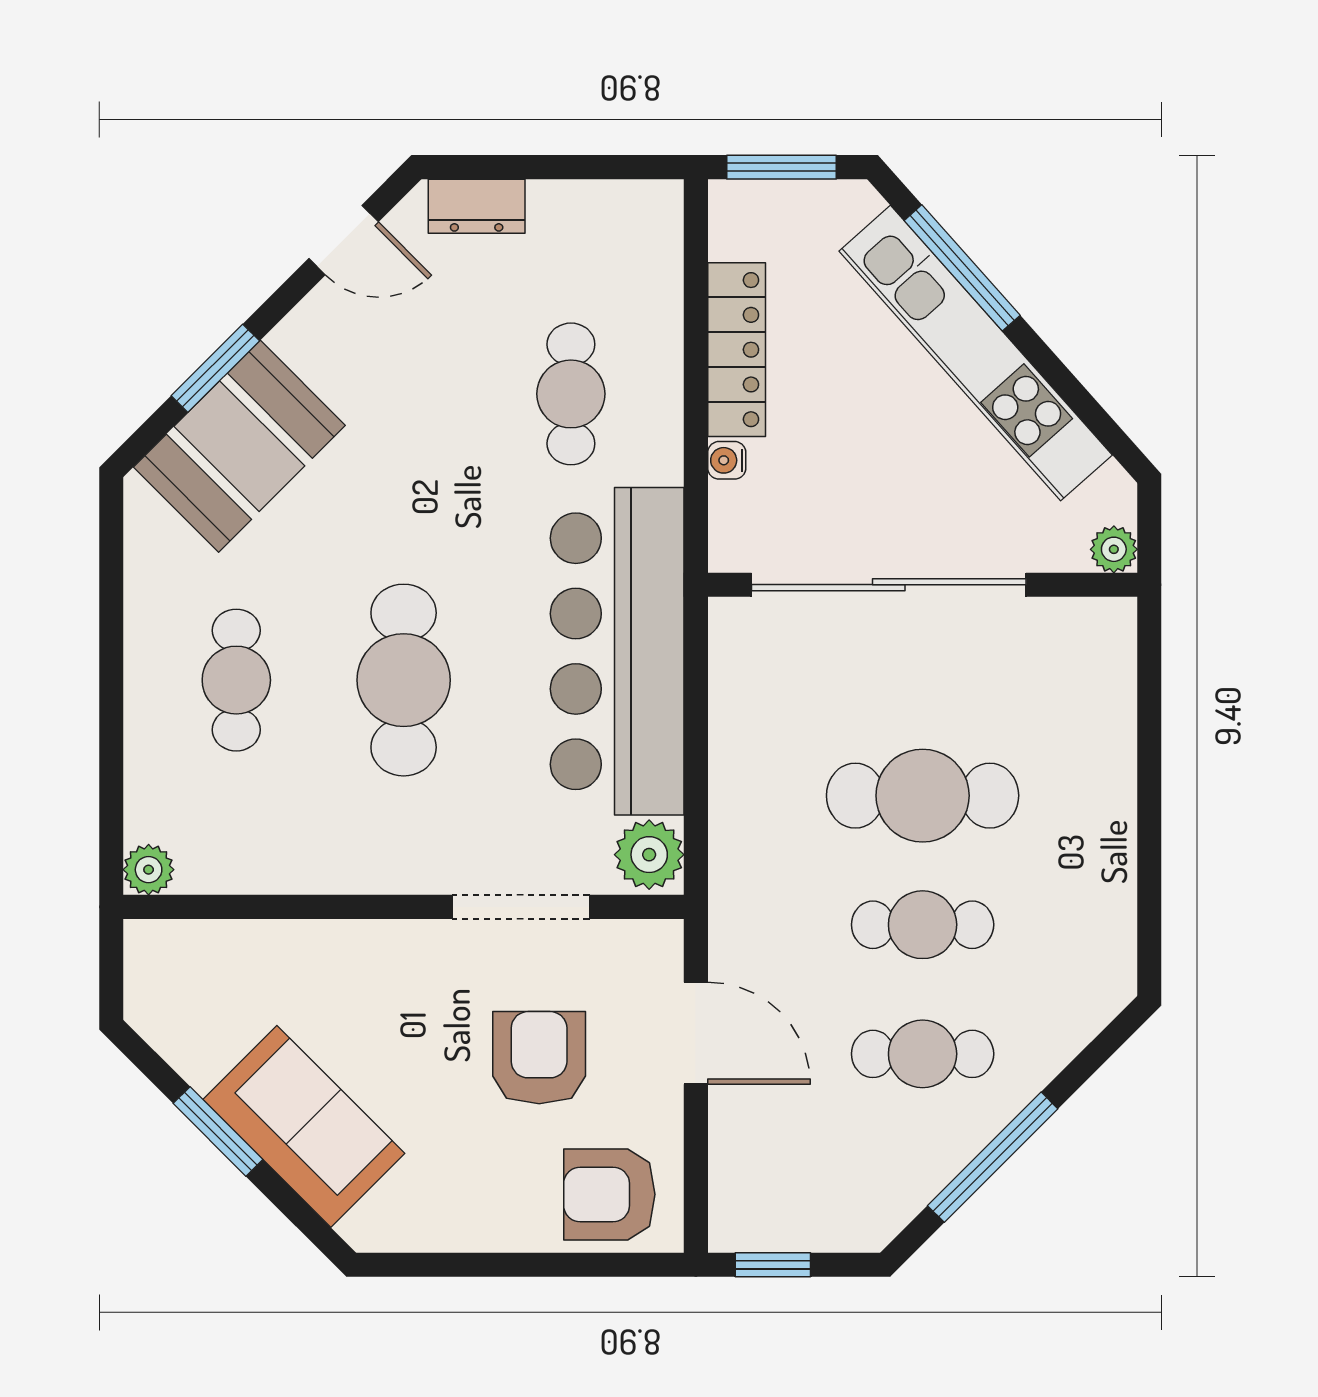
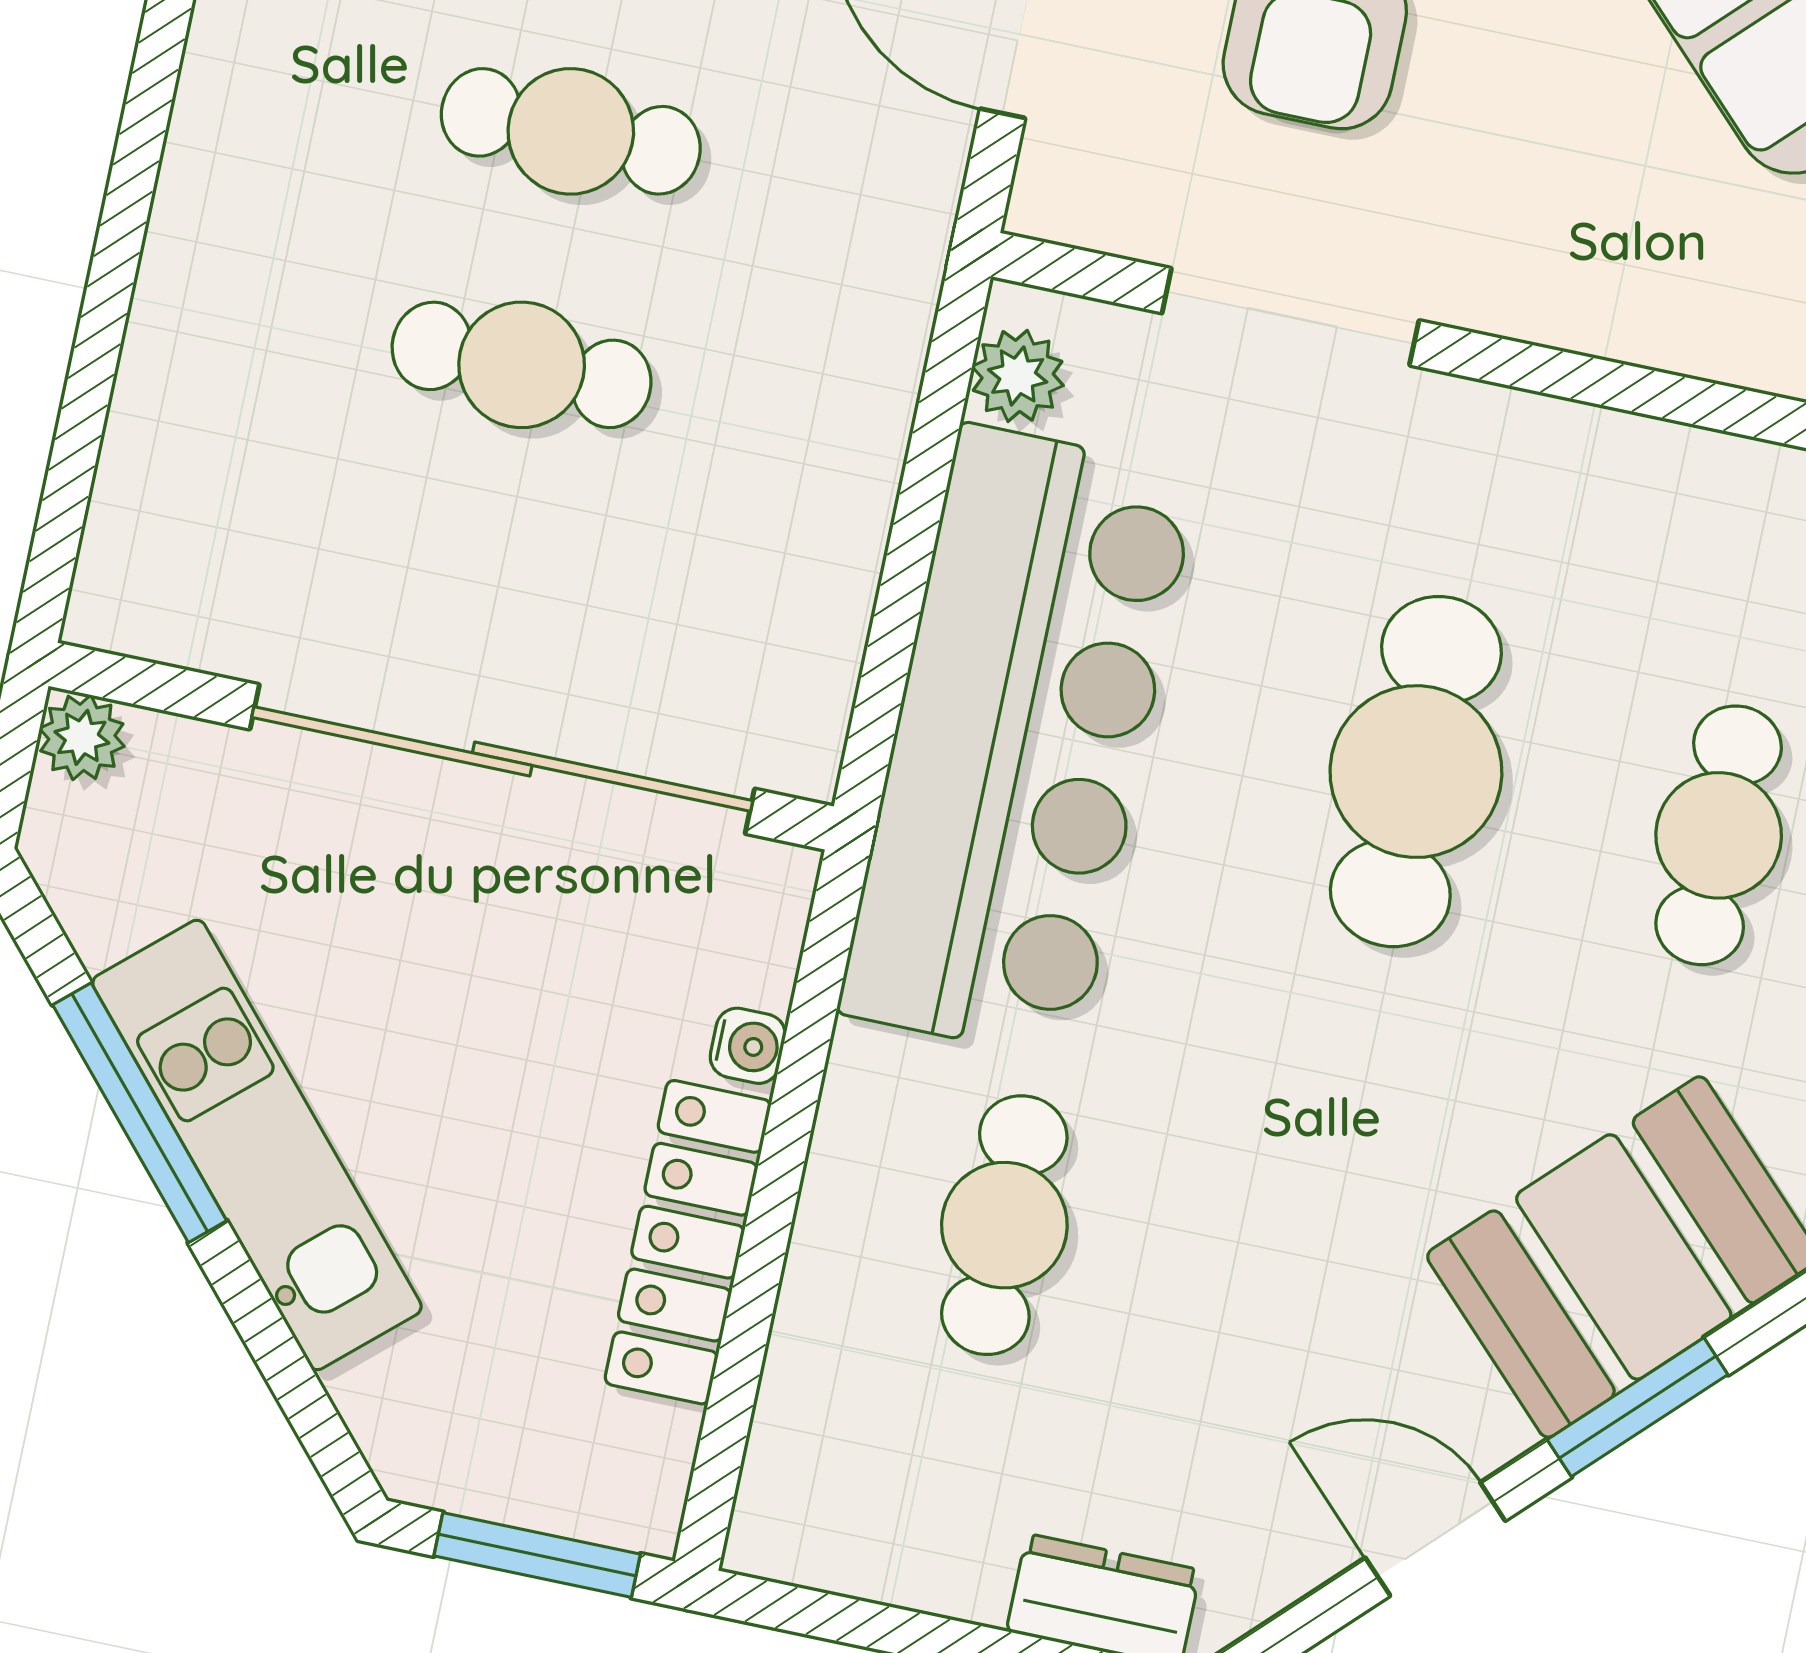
door: (344, 240) -> (1435, 1539), moved
window: (962, 268) -> (140, 1113), moved
kitchen unit: (976, 353) -> (257, 1145), width x0.73
cafe table: (923, 796) -> (522, 365), width x0.73, depth x0.74
plant: (649, 855) -> (1018, 376), width x0.73, depth x0.73

